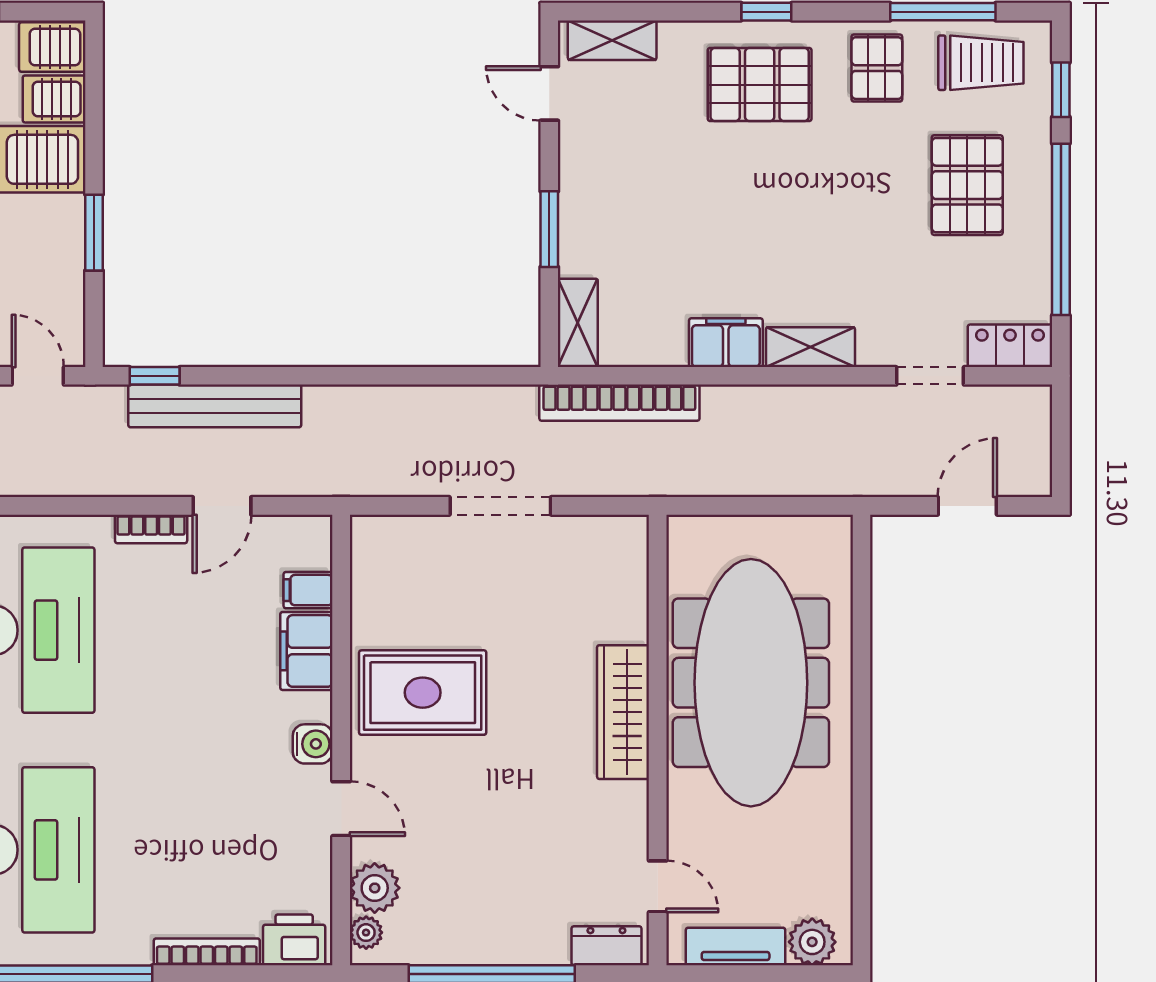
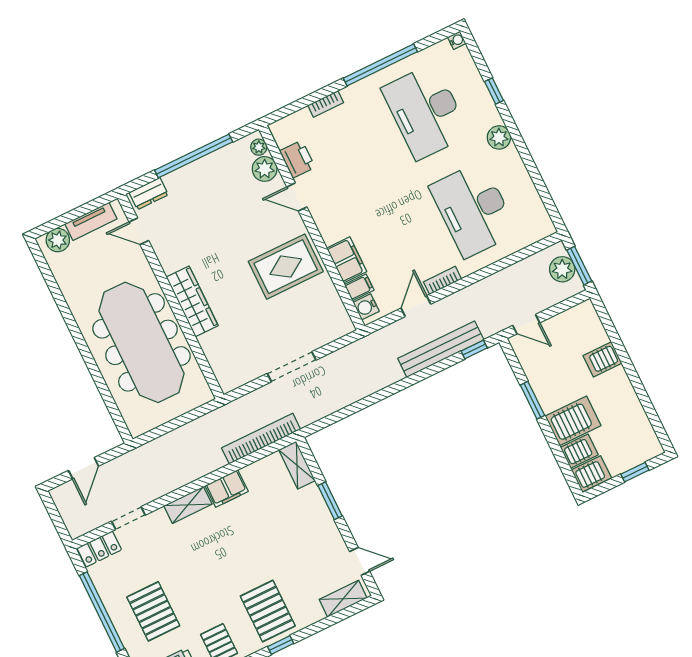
pallet: (760, 85) -> (268, 611), turned 90
water cooler: (313, 744) -> (366, 307), moved
printer: (294, 940) -> (297, 159), moved, turned -90
bookcase: (207, 952) -> (326, 104), width x0.64

